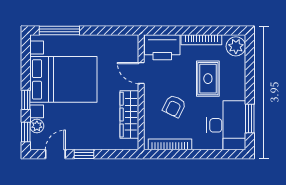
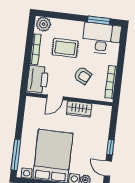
wardrobe: (129, 115) -> (79, 109), width x0.67

